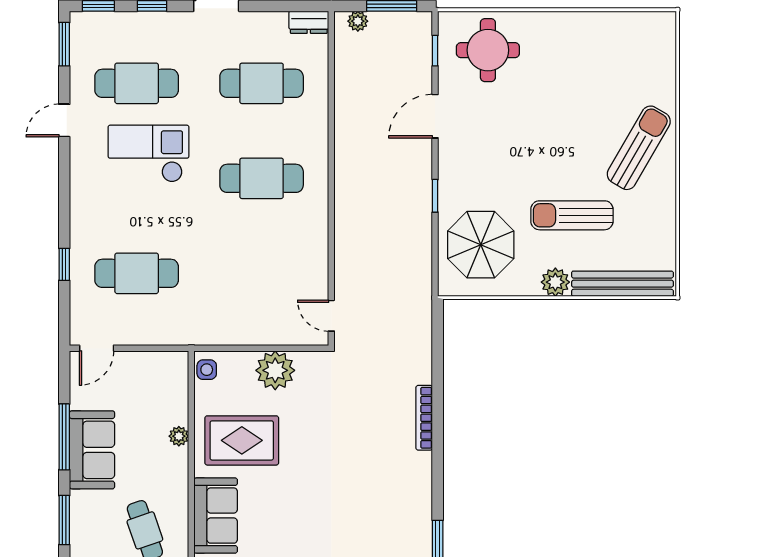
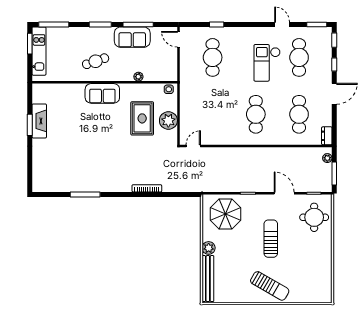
checkout: (148, 154) -> (267, 63), turned 180
sun lounger: (572, 215) -> (271, 239), moved
rug: (242, 440) -> (142, 118), moved

